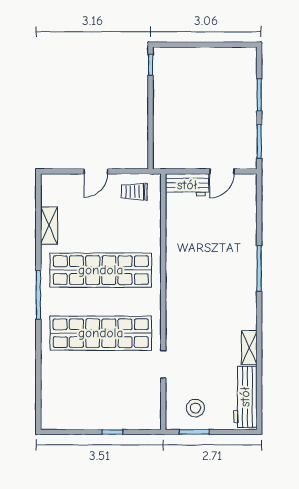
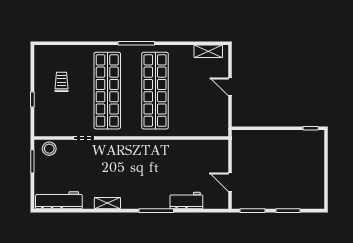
workbench: (187, 185) -> (186, 201), moved, turned 90
trolley: (134, 192) -> (62, 82), moved
shelving: (49, 226) -> (208, 51), moved
shelving: (249, 348) -> (107, 203), moved
stool: (195, 408) -> (49, 149), moved

